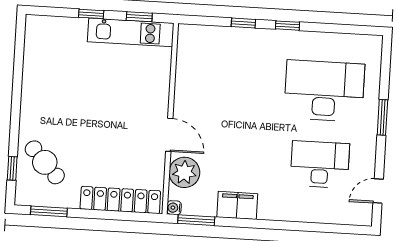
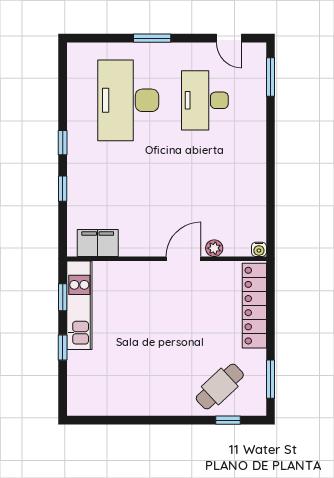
plant: (184, 172) -> (214, 248), width x0.53, depth x0.53
filing cabinet: (237, 205) -> (98, 243), moved, turned 90
window: (196, 220) -> (271, 77), moved

